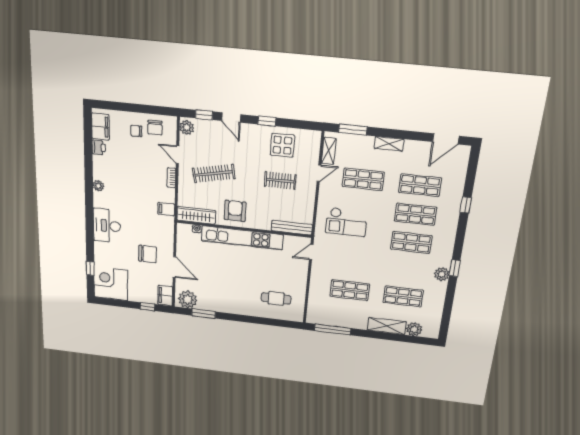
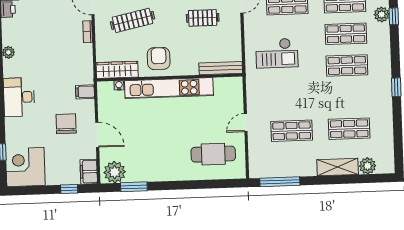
filing cabinet: (166, 209) -> (85, 92), moved
door: (311, 252) -> (246, 123), moved
chair: (148, 254) -> (66, 124), turned -90
plant: (442, 274) -> (382, 14), moved
cafe table: (276, 298) -> (213, 154), width x1.37, depth x1.35

